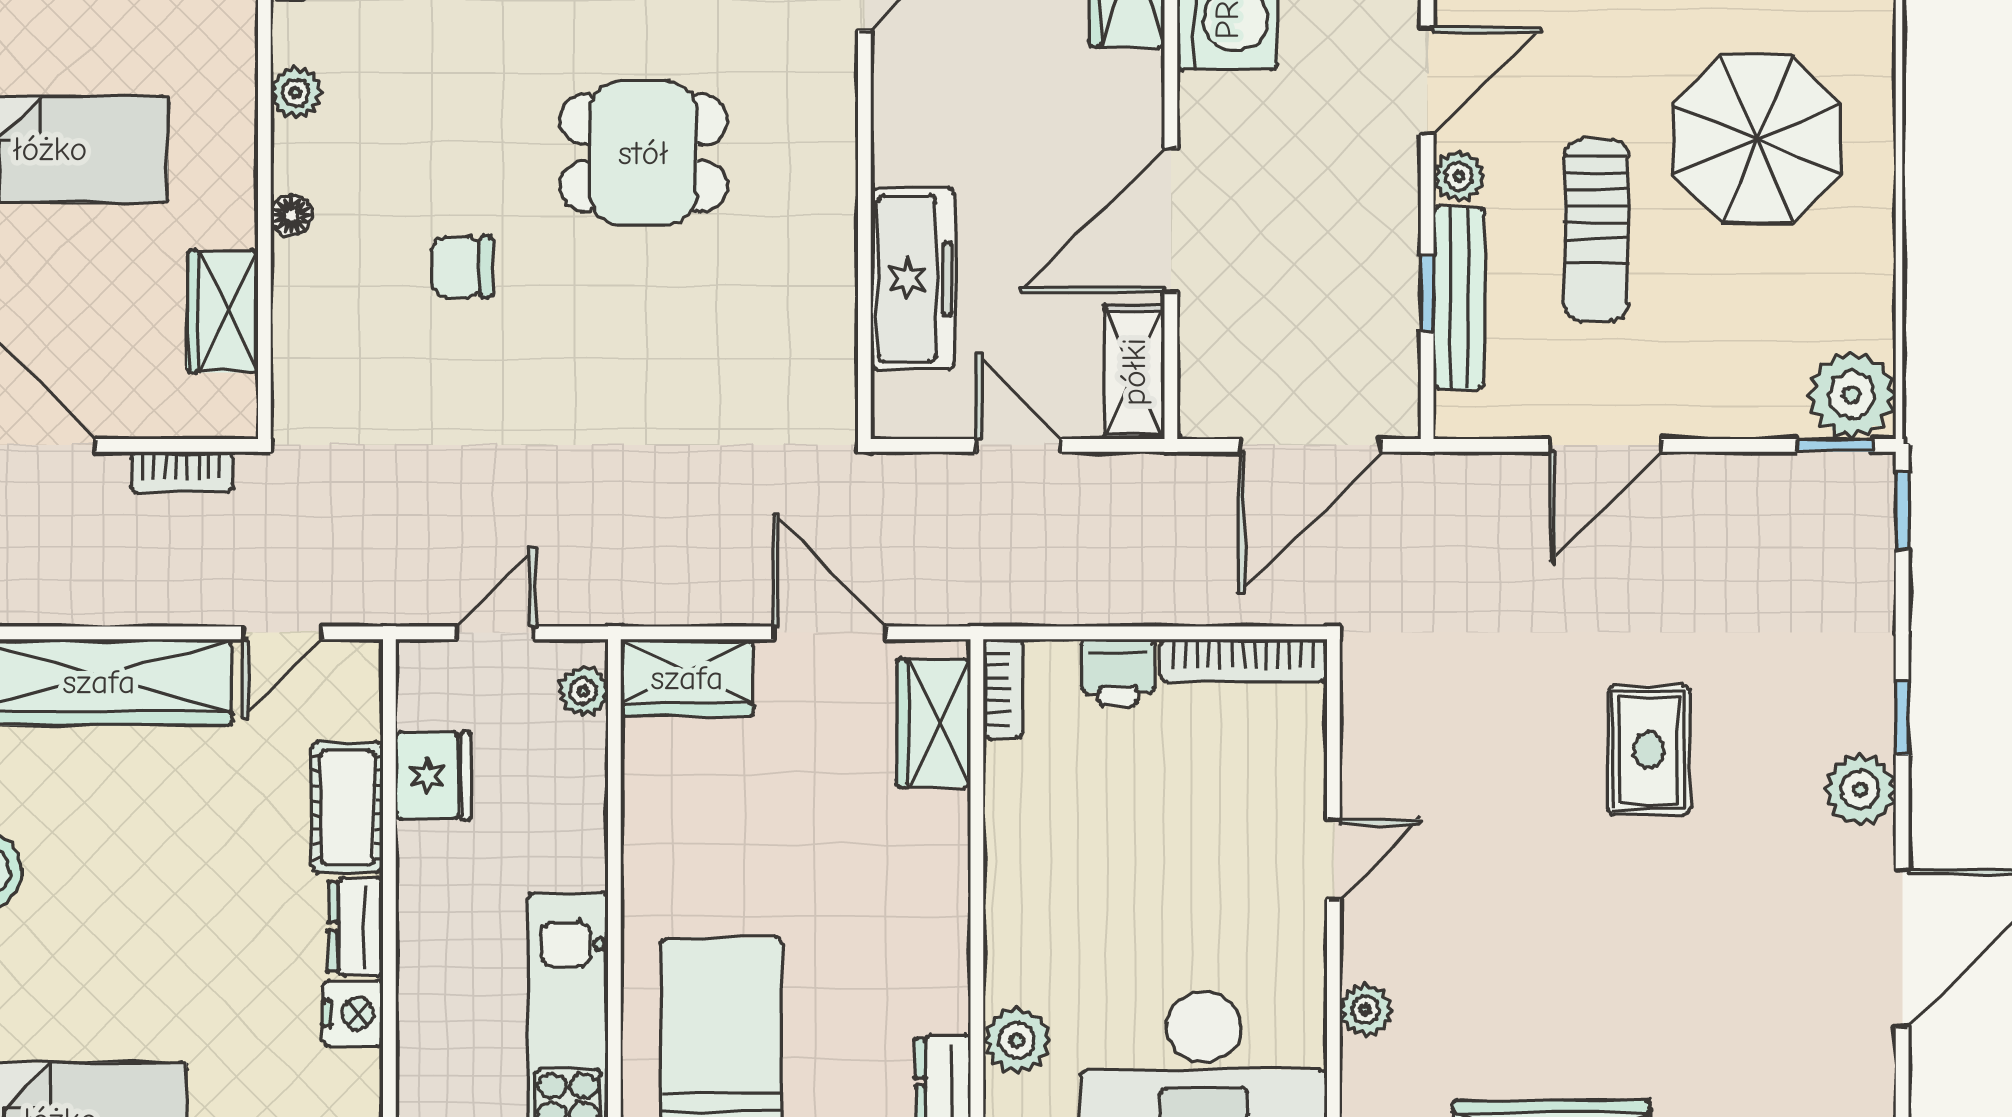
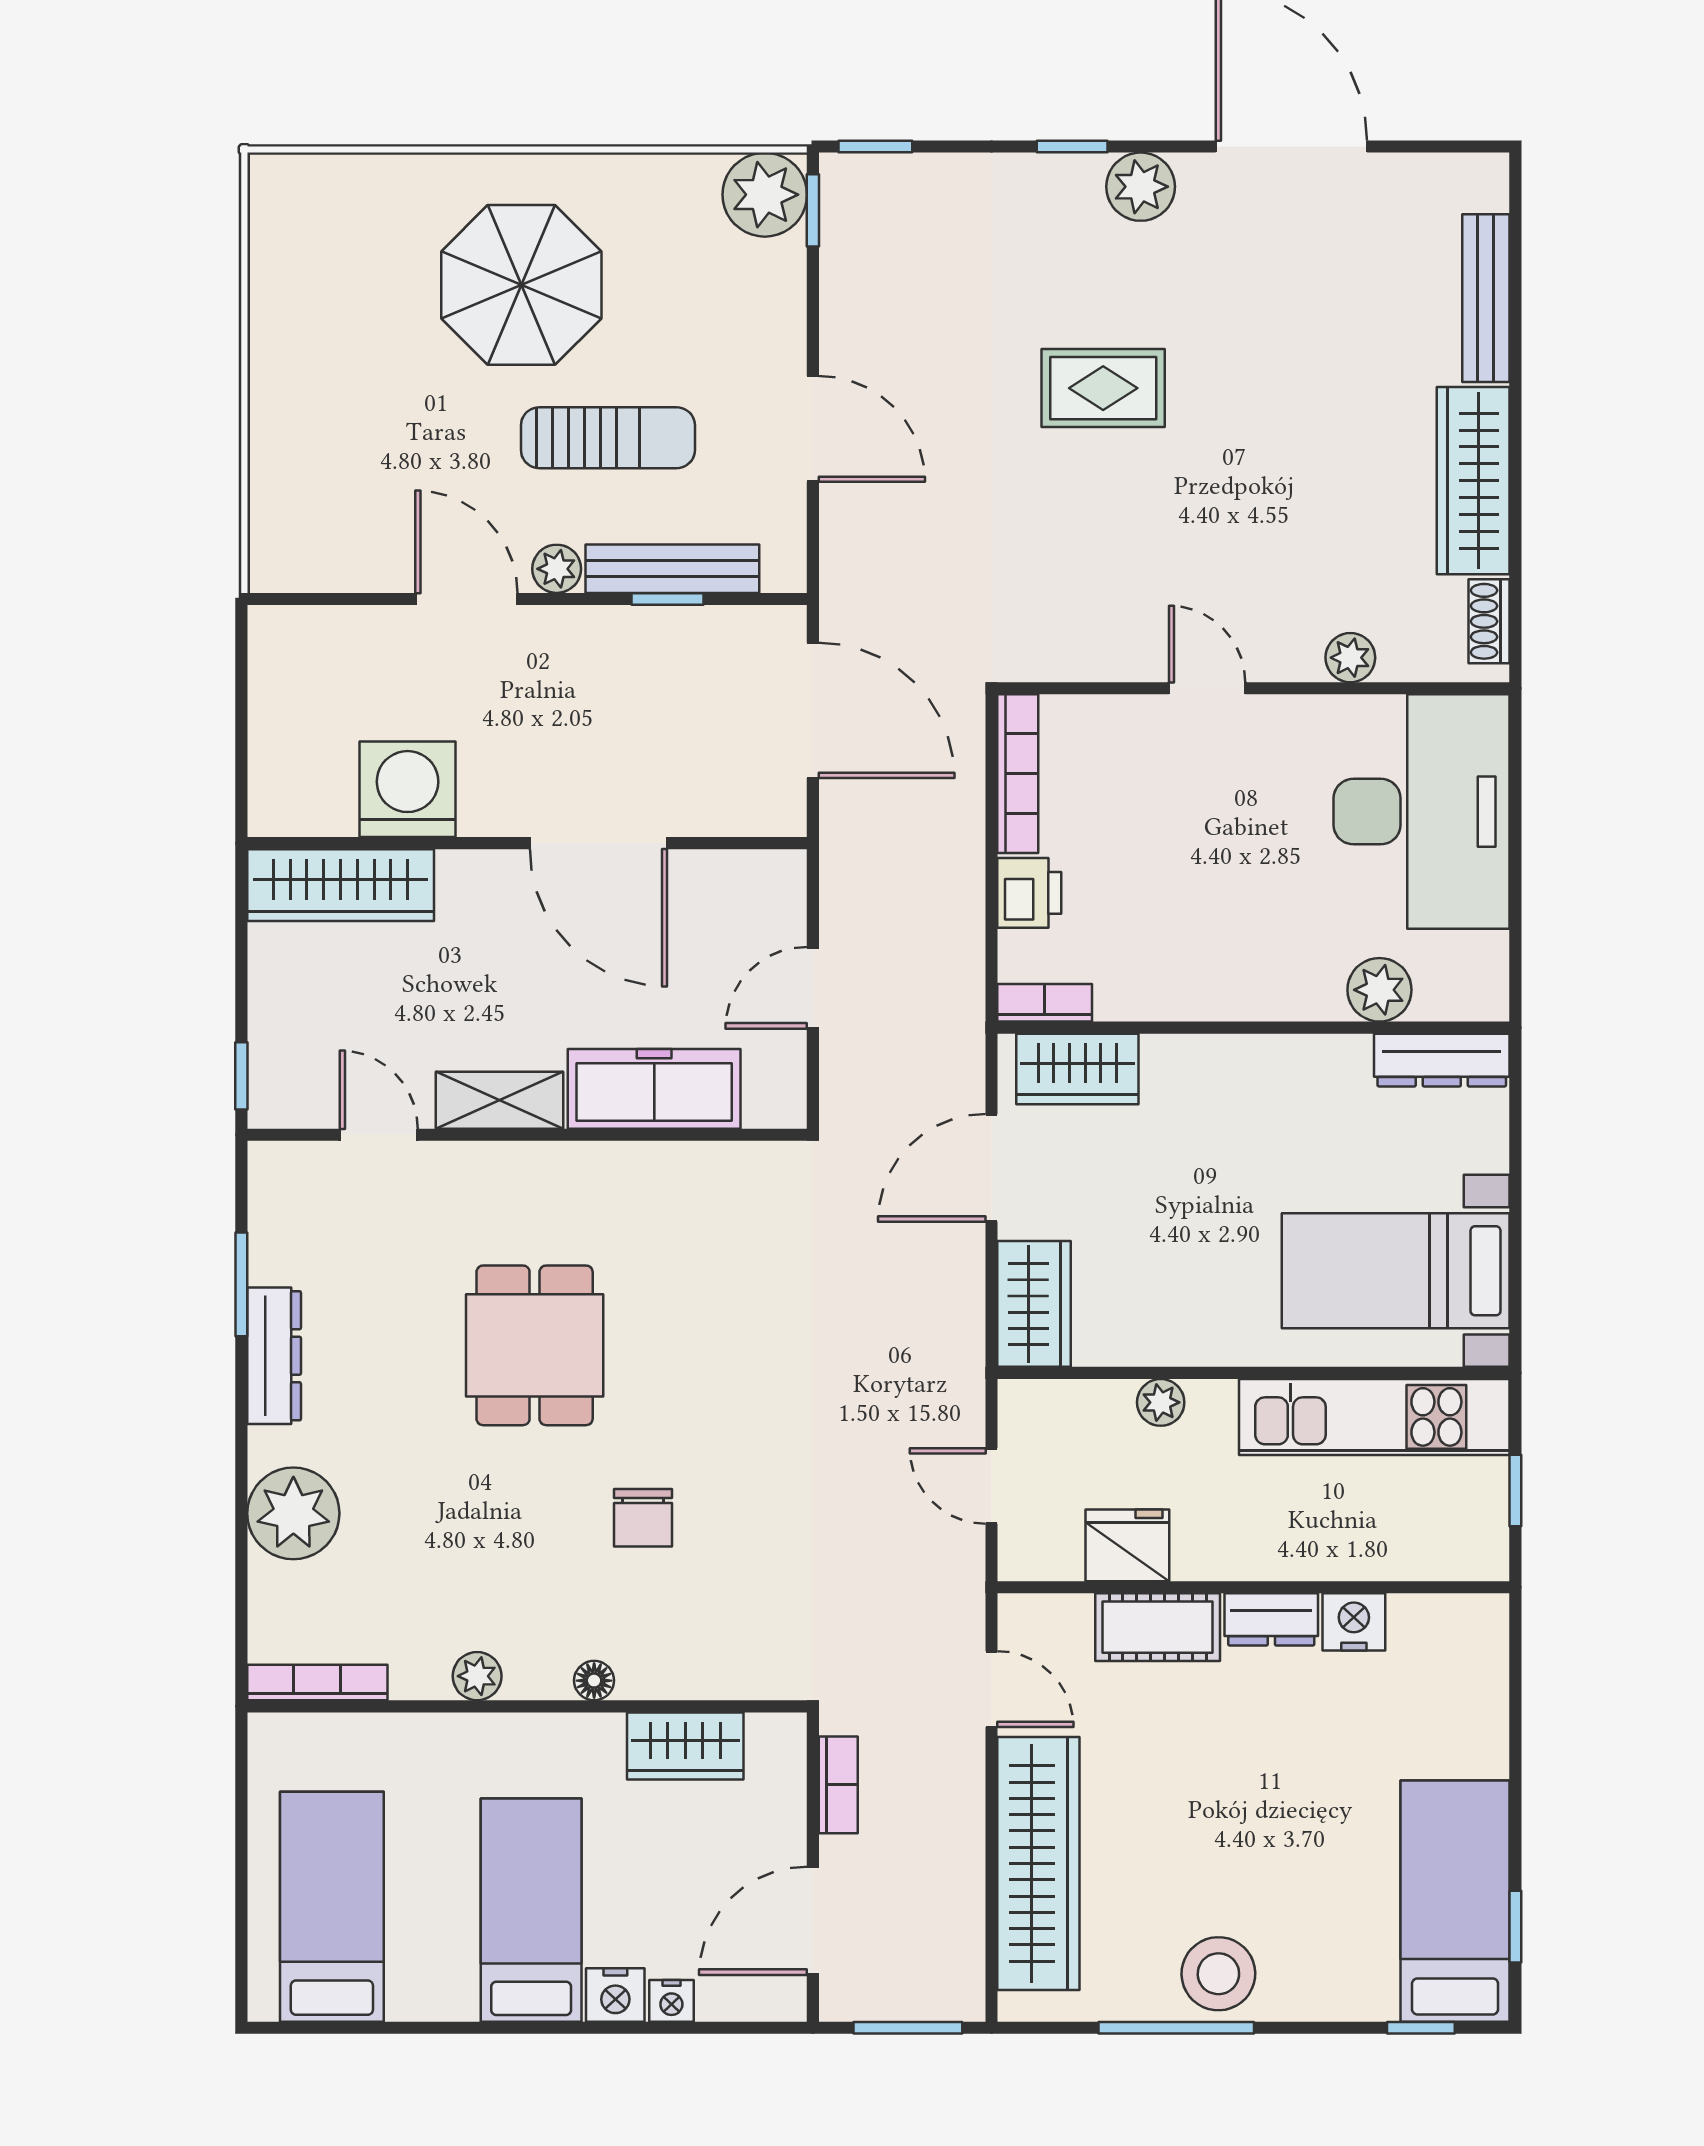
shelving: (1134, 372) -> (500, 1100), moved
plant: (583, 691) -> (1161, 1402), moved

